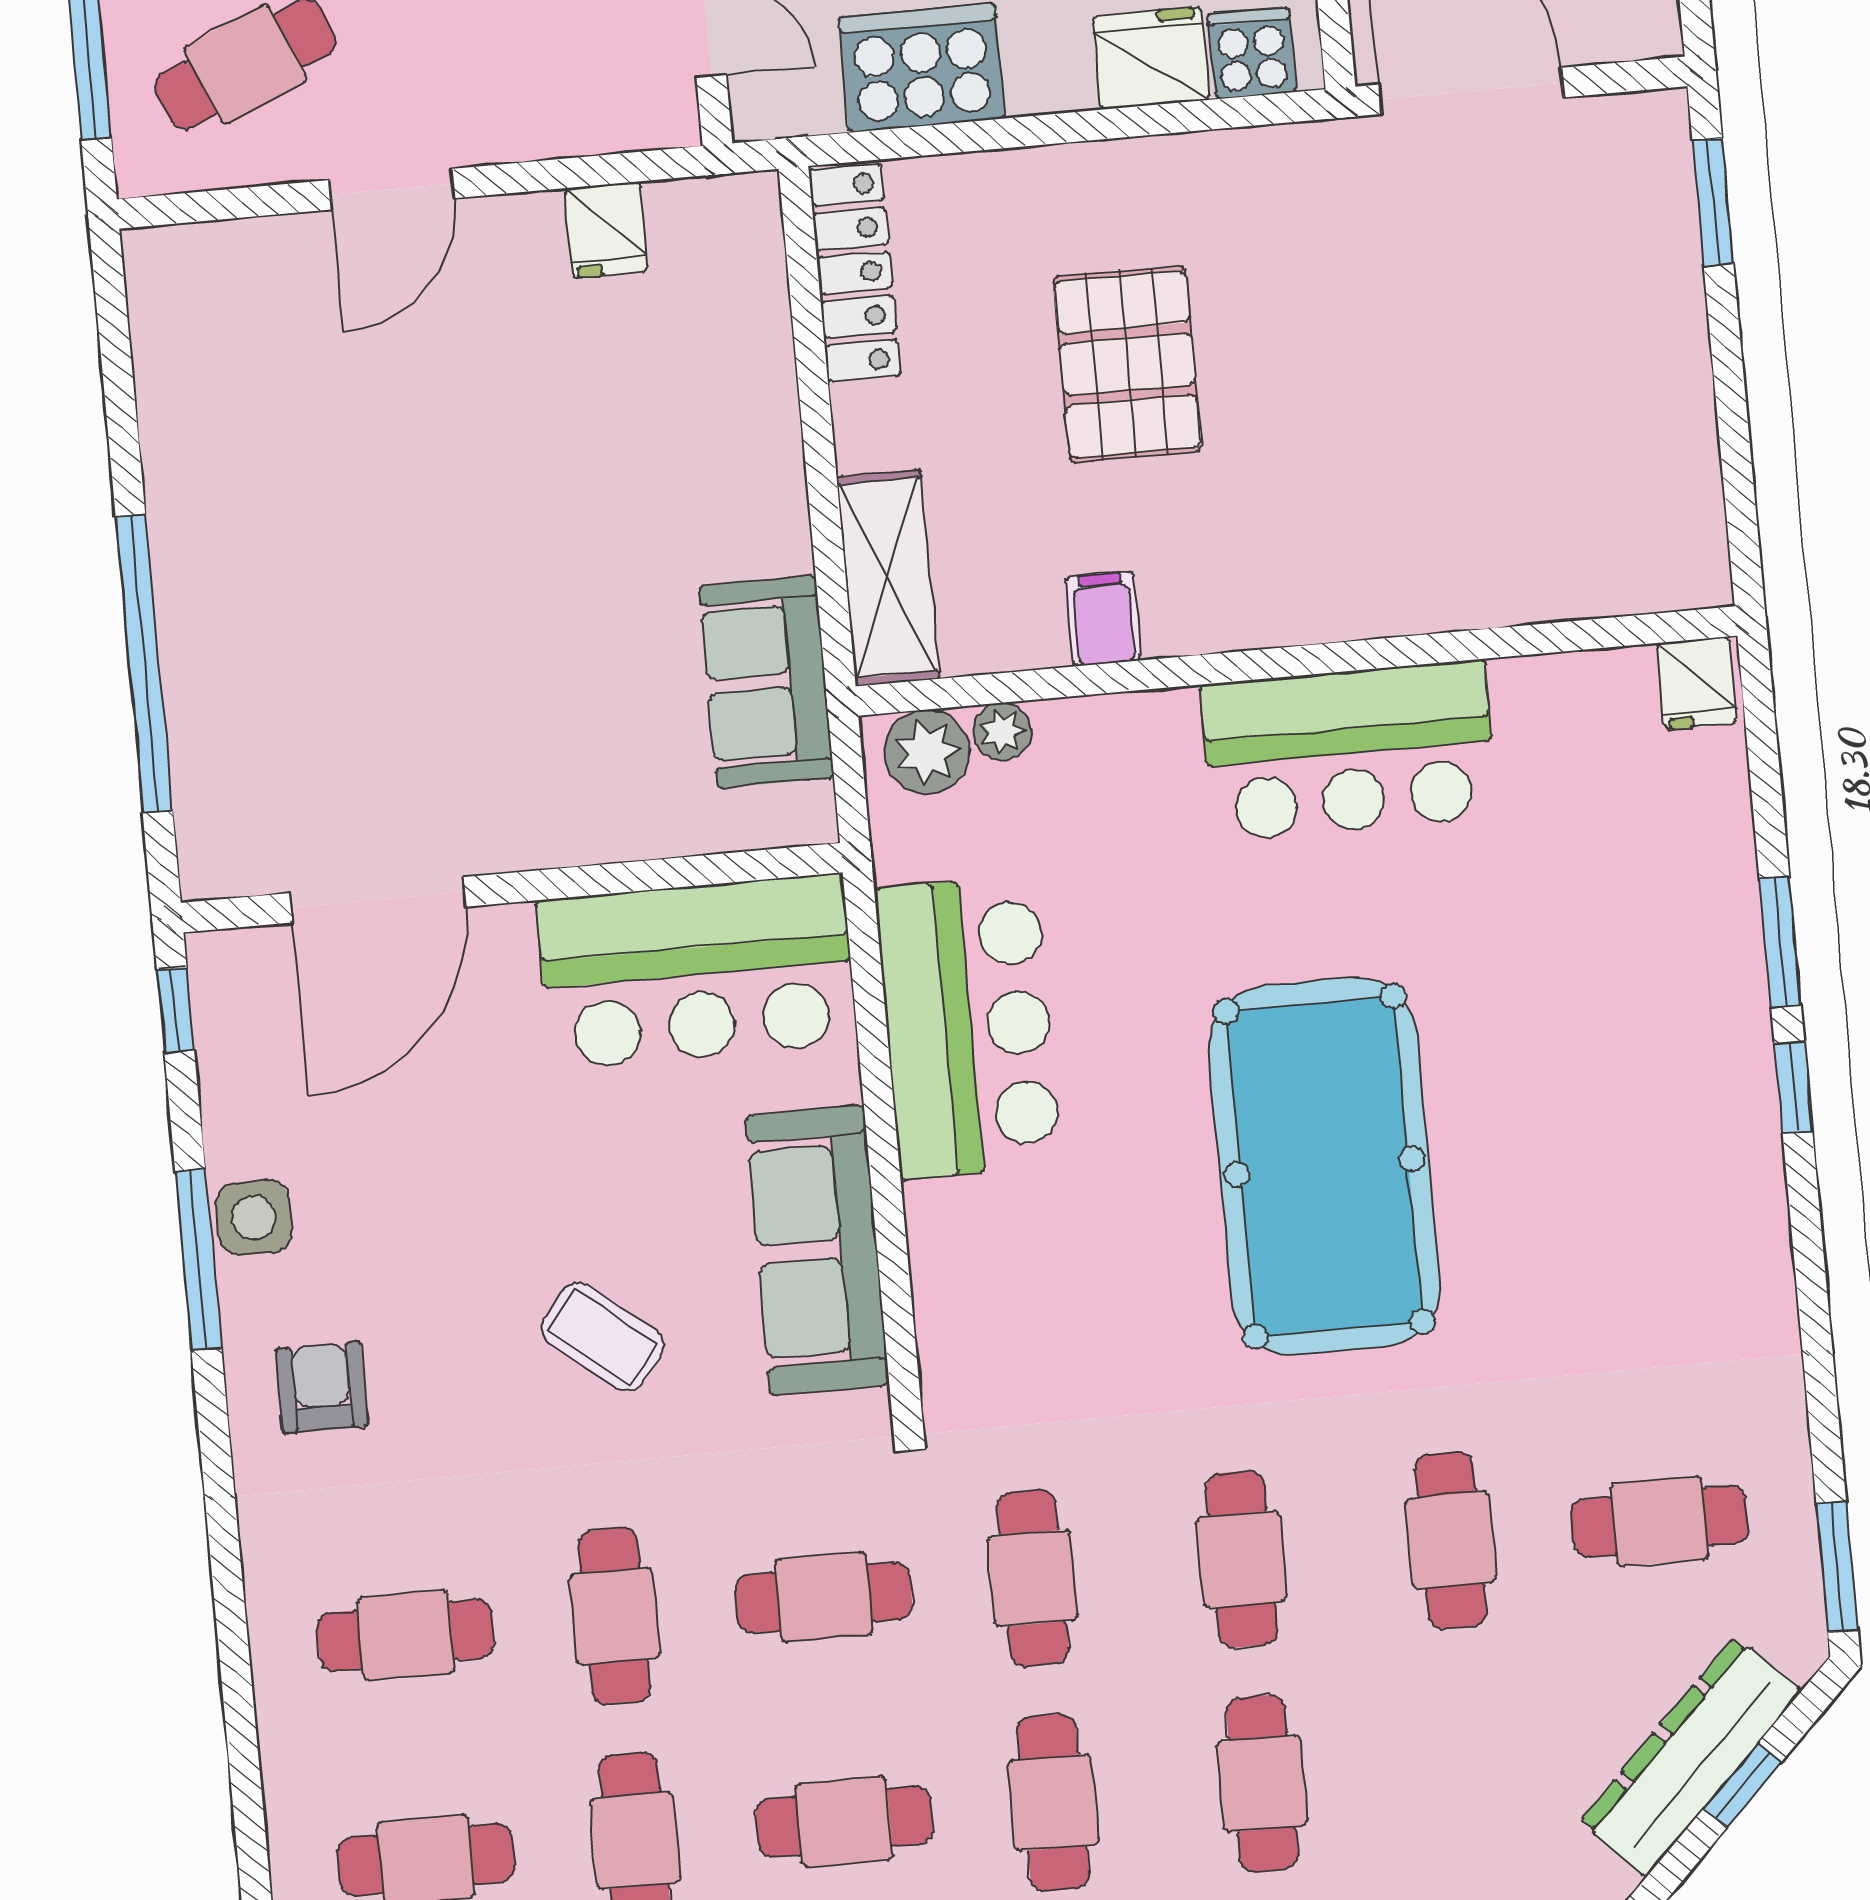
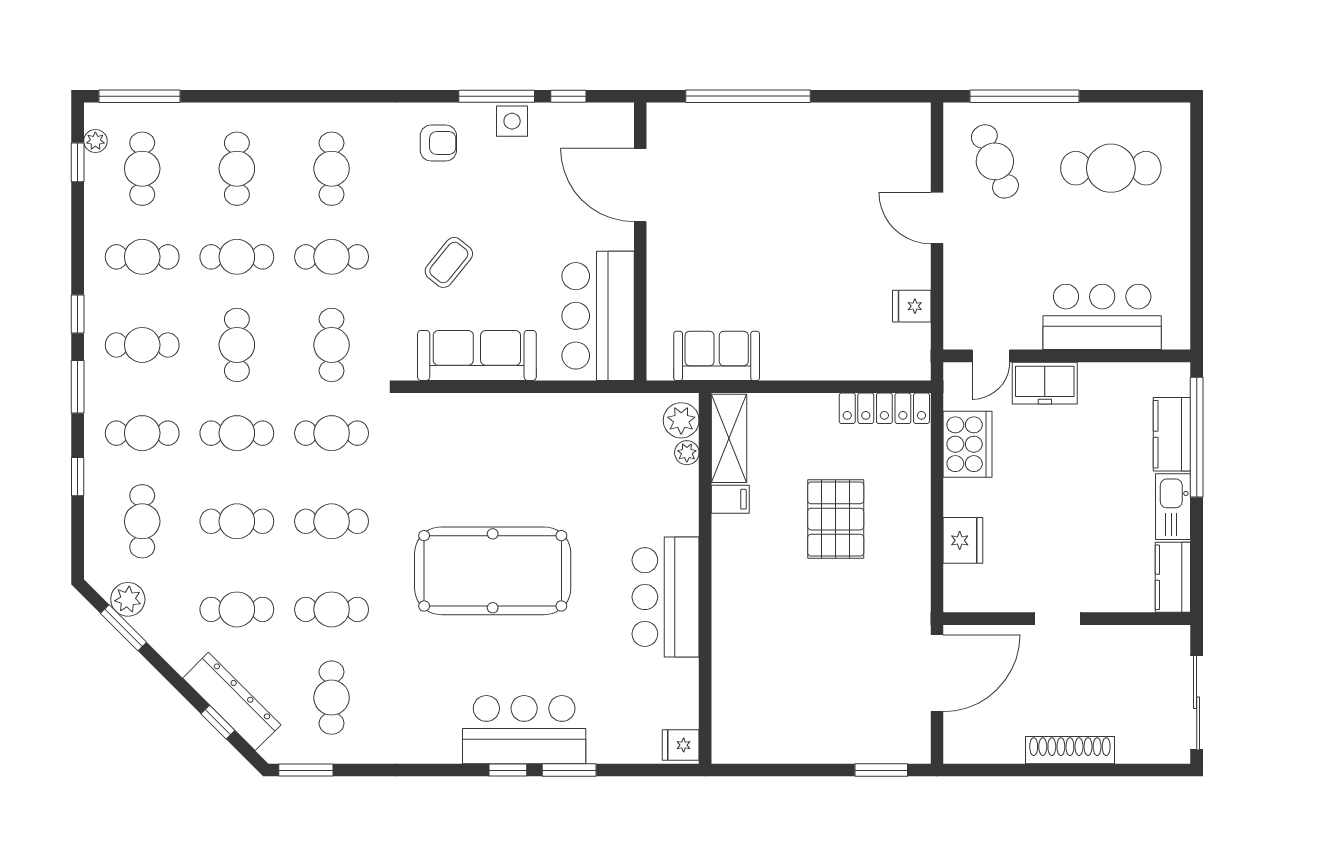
cooker: (1252, 53) -> (961, 583), removed
pallet: (1127, 364) -> (836, 519), turned 90
shelving: (888, 578) -> (729, 438), moved, turned 90
window: (176, 1010) -> (568, 96), moved
bar counter: (968, 1027) -> (524, 730), moved, turned 180
cafe table: (1471, 1765) -> (237, 609), added

